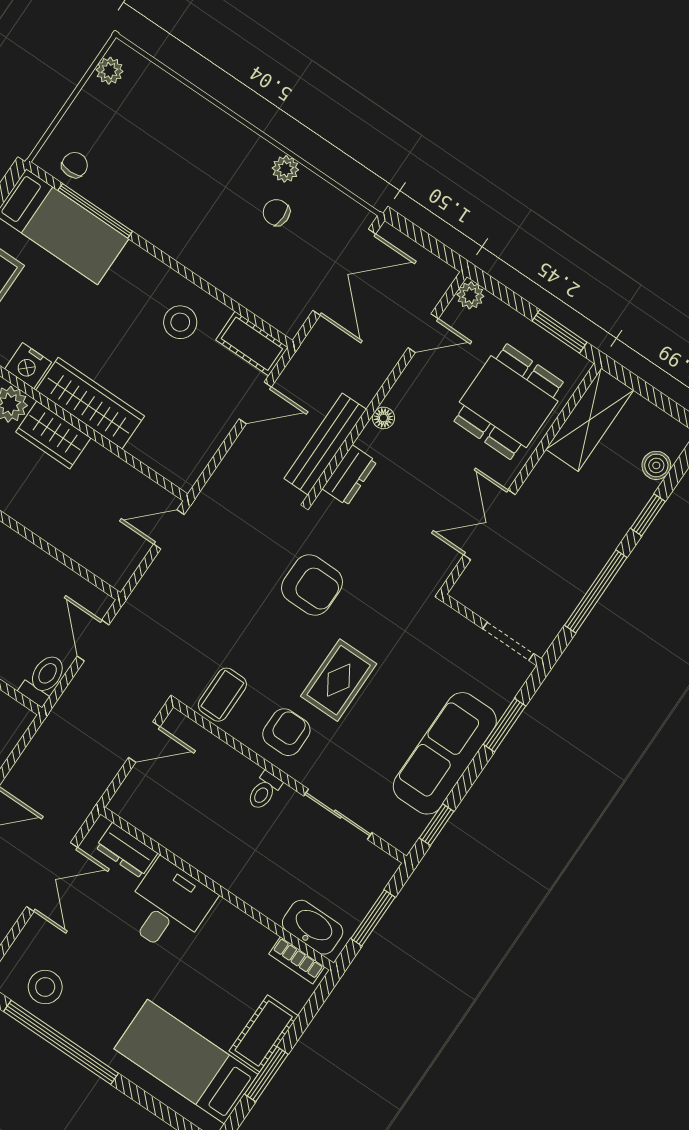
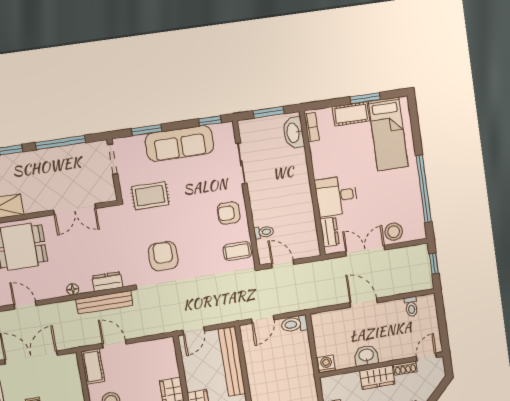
door: (169, 529) -> (194, 331), hinge flipped
bench: (75, 542) -> (232, 361), added
rug: (339, 680) -> (150, 196), moved
toilet: (264, 791) -> (264, 232), moved
stool: (45, 987) -> (394, 232), moved

